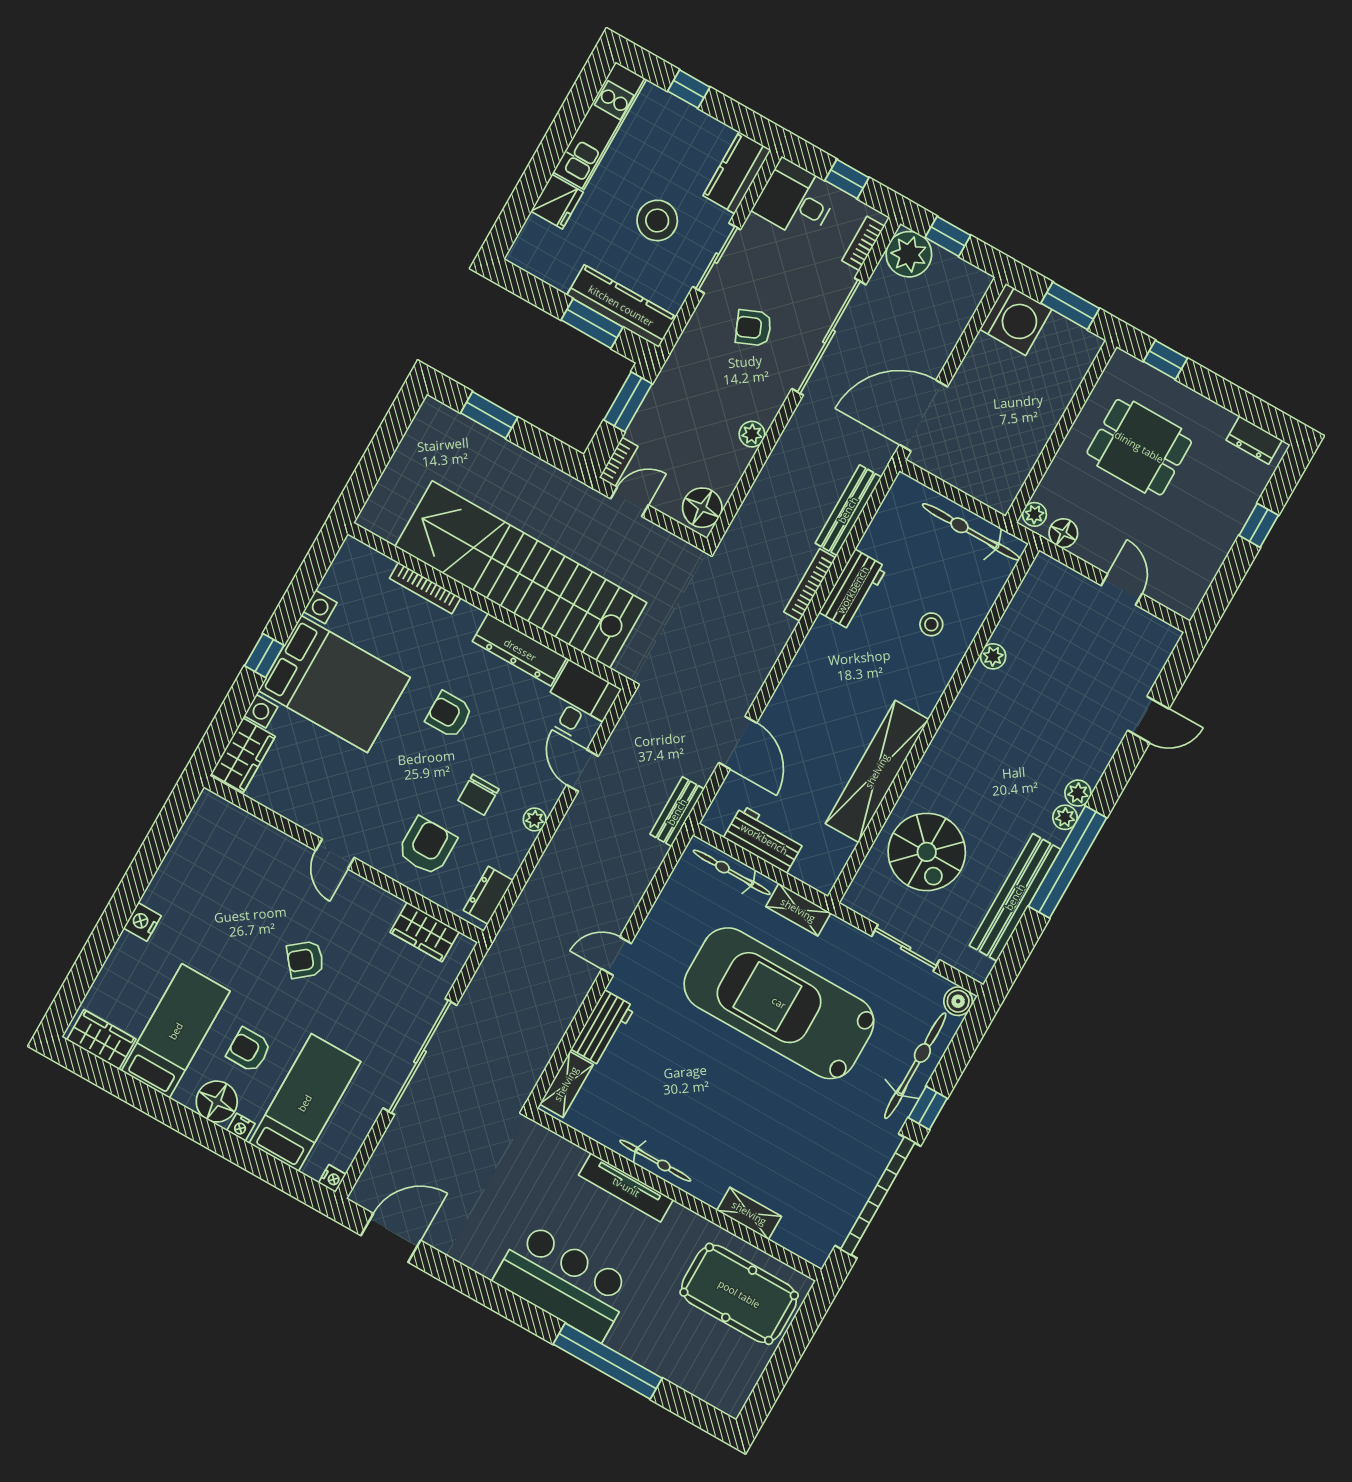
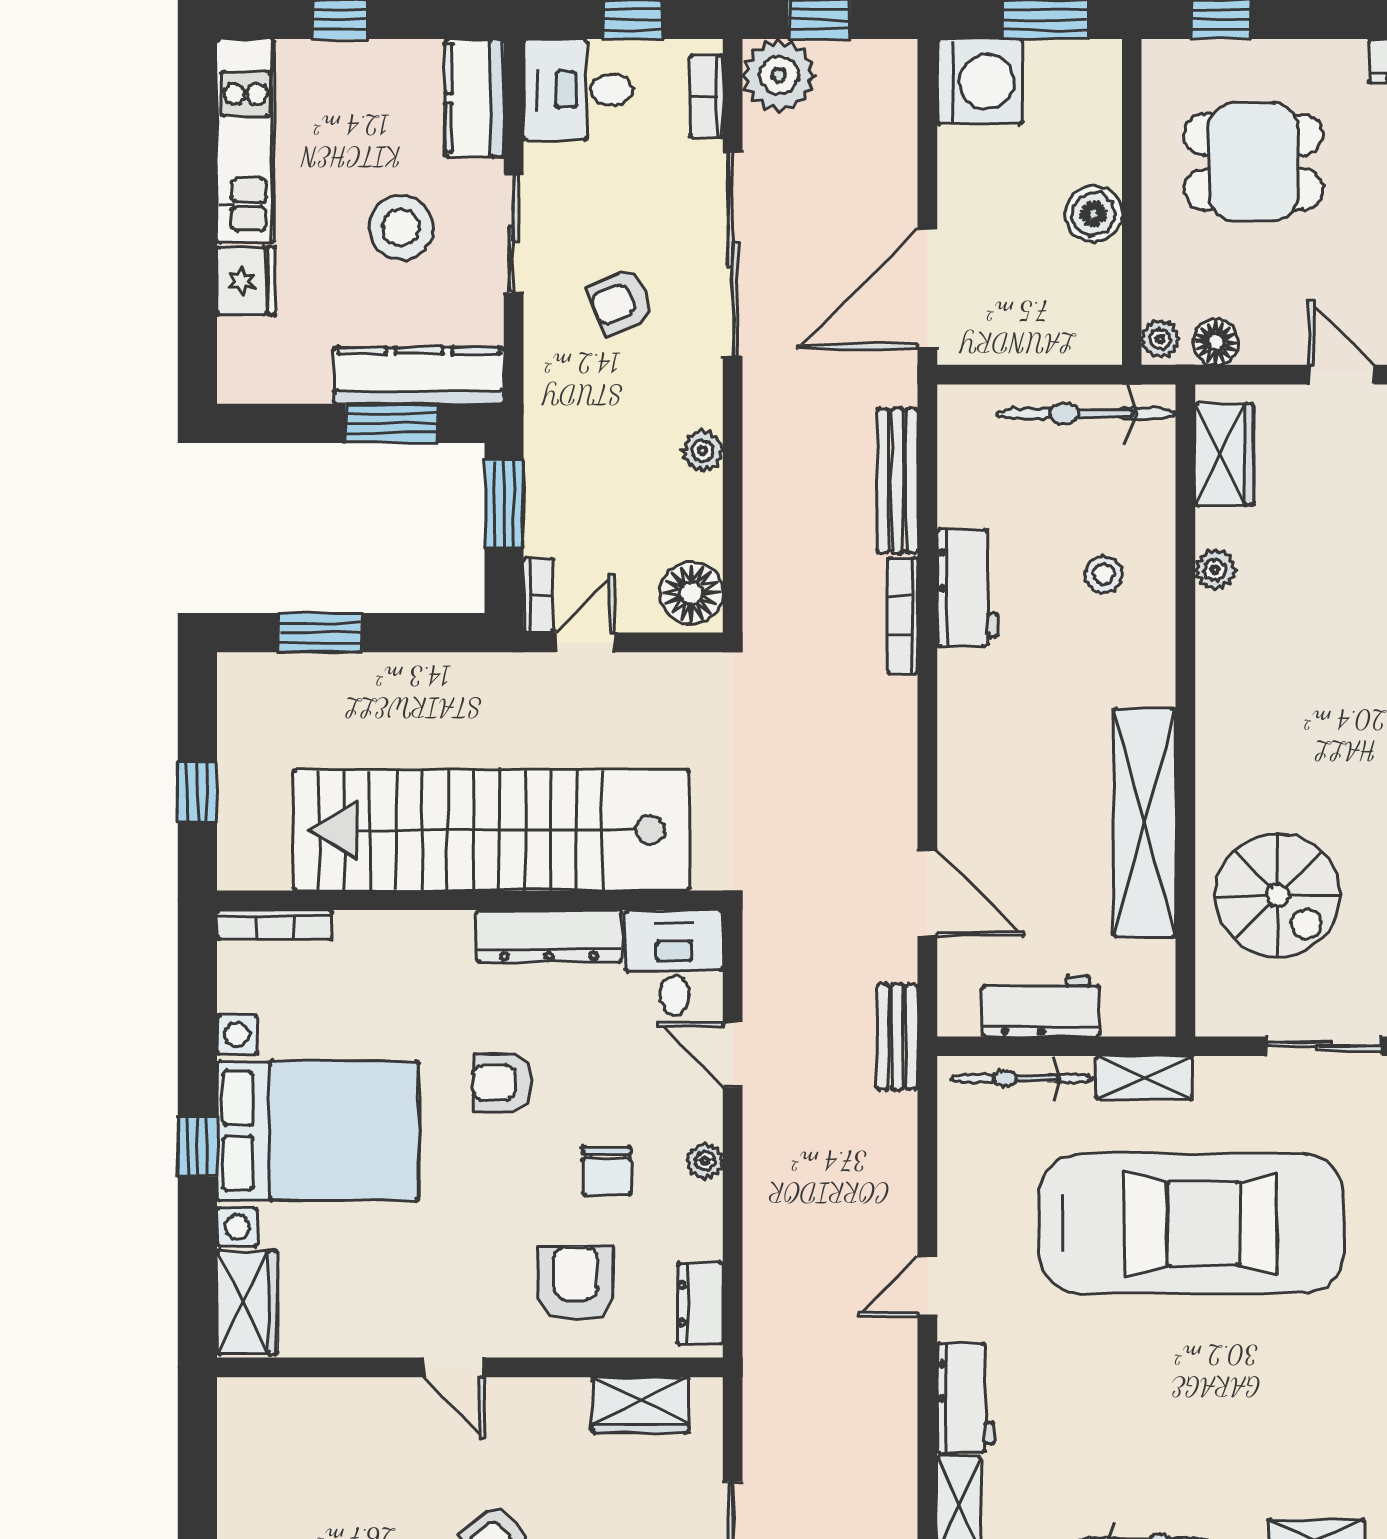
boiler: (1037, 426) -> (1094, 214), added
window: (373, 463) -> (197, 792), added
bookcase: (425, 588) -> (275, 925), moved
wardrobe: (1034, 597) -> (1224, 454), added
car: (779, 1003) -> (1191, 1224), turned 180

